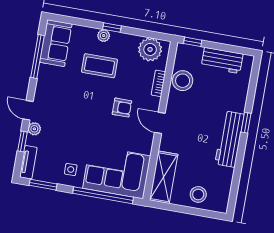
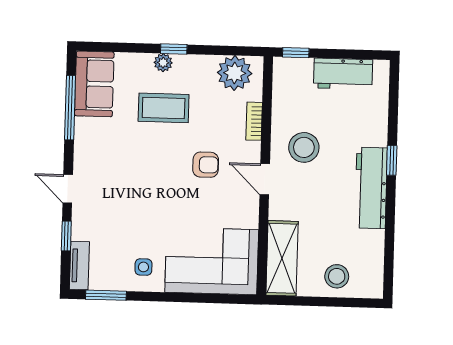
stool: (183, 81) -> (304, 147), moved
plant: (34, 129) -> (81, 215), removed
window: (103, 195) -> (197, 298), removed

